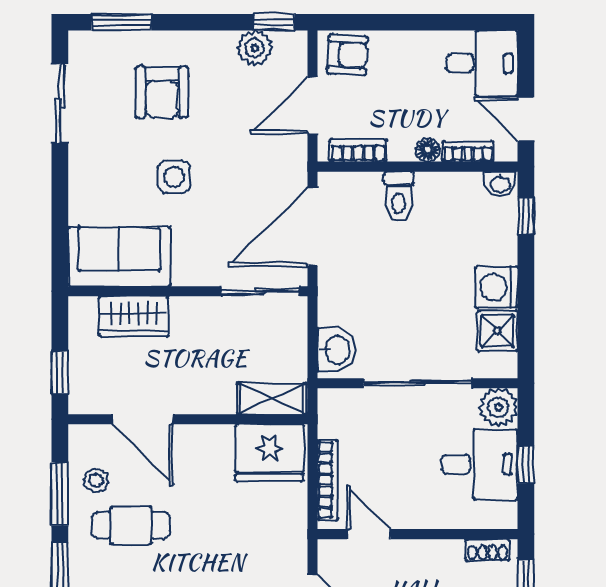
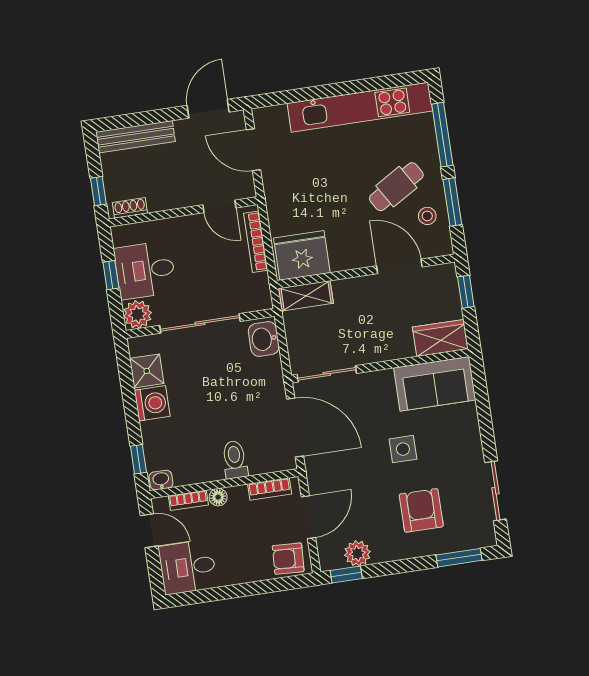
door: (313, 227) -> (295, 427), hinge flipped
wardrobe: (134, 316) -> (440, 338), moved
cafe table: (131, 525) -> (396, 187), turned -31

